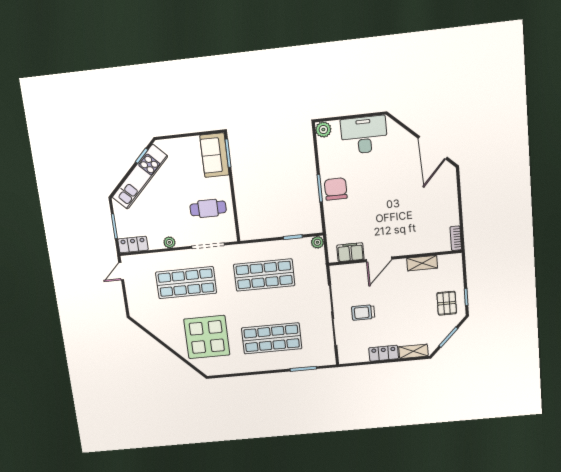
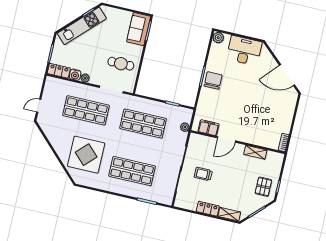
door: (433, 148) -> (287, 75), hinge flipped
water cooler: (155, 242) -> (75, 75), added
plant: (317, 242) -> (185, 127), moved
door: (121, 271) -> (39, 106), moved

